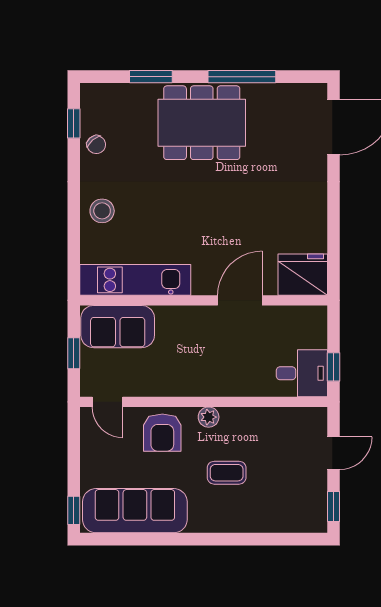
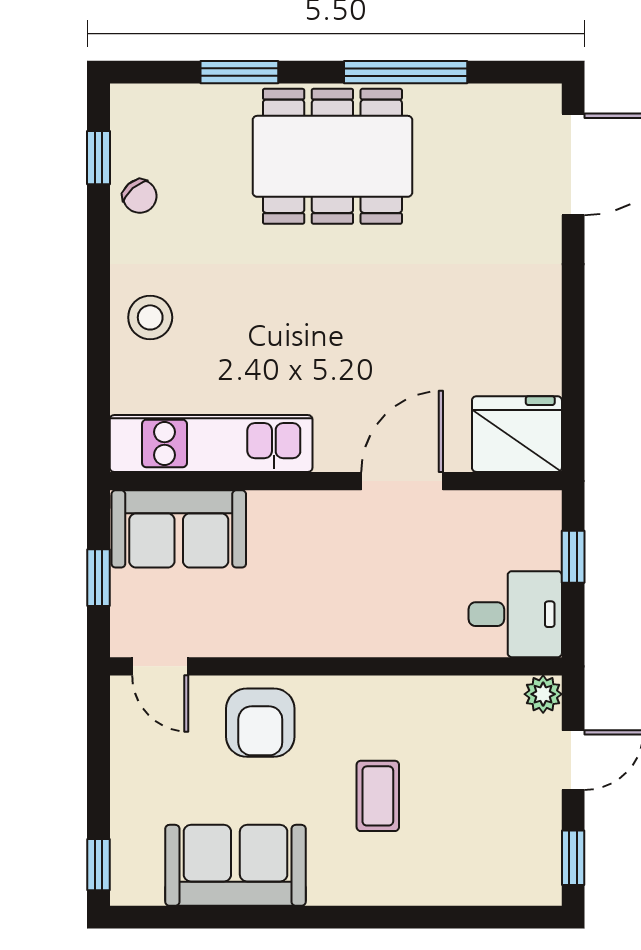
window: (333, 367) -> (573, 557), moved
plant: (209, 417) -> (543, 694), moved
coffee table: (227, 473) -> (378, 796), turned 90
sofa: (135, 511) -> (235, 865), width x0.73

